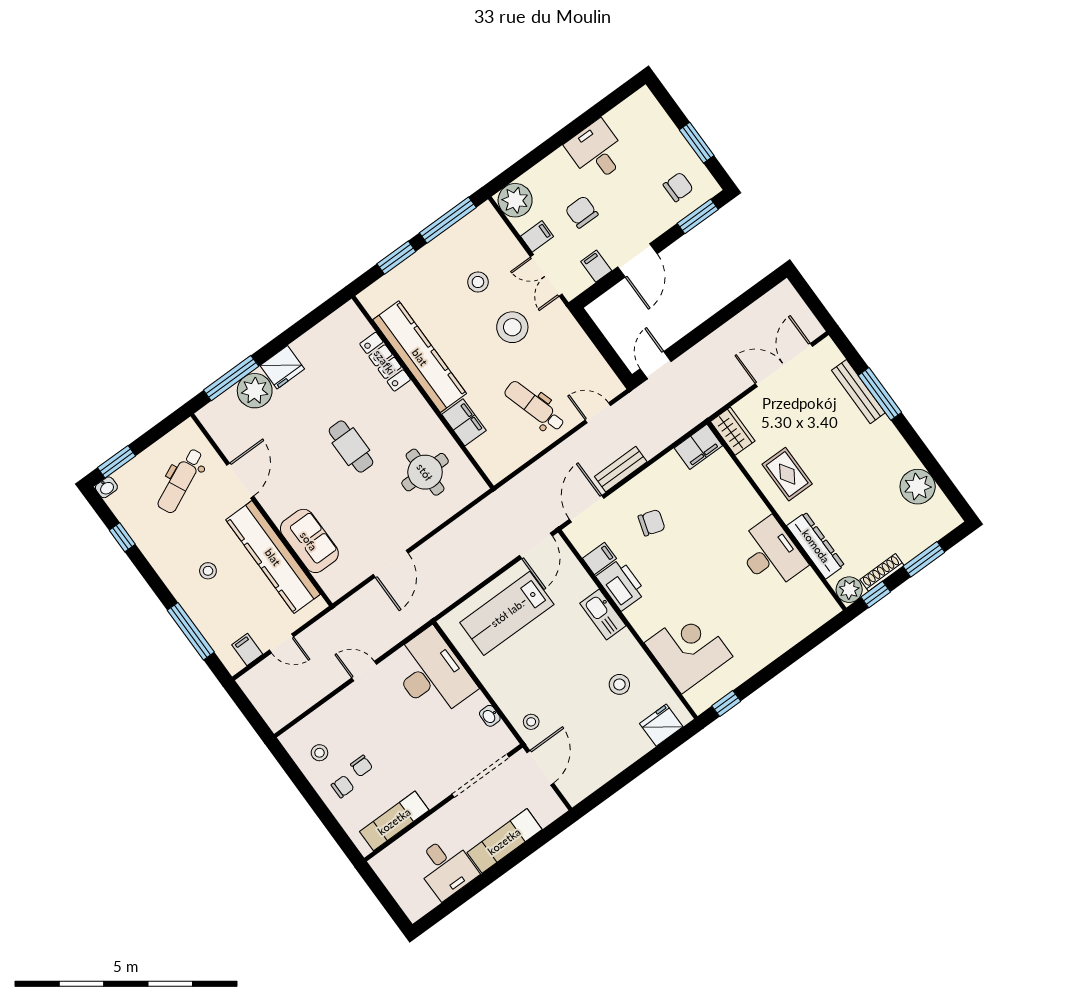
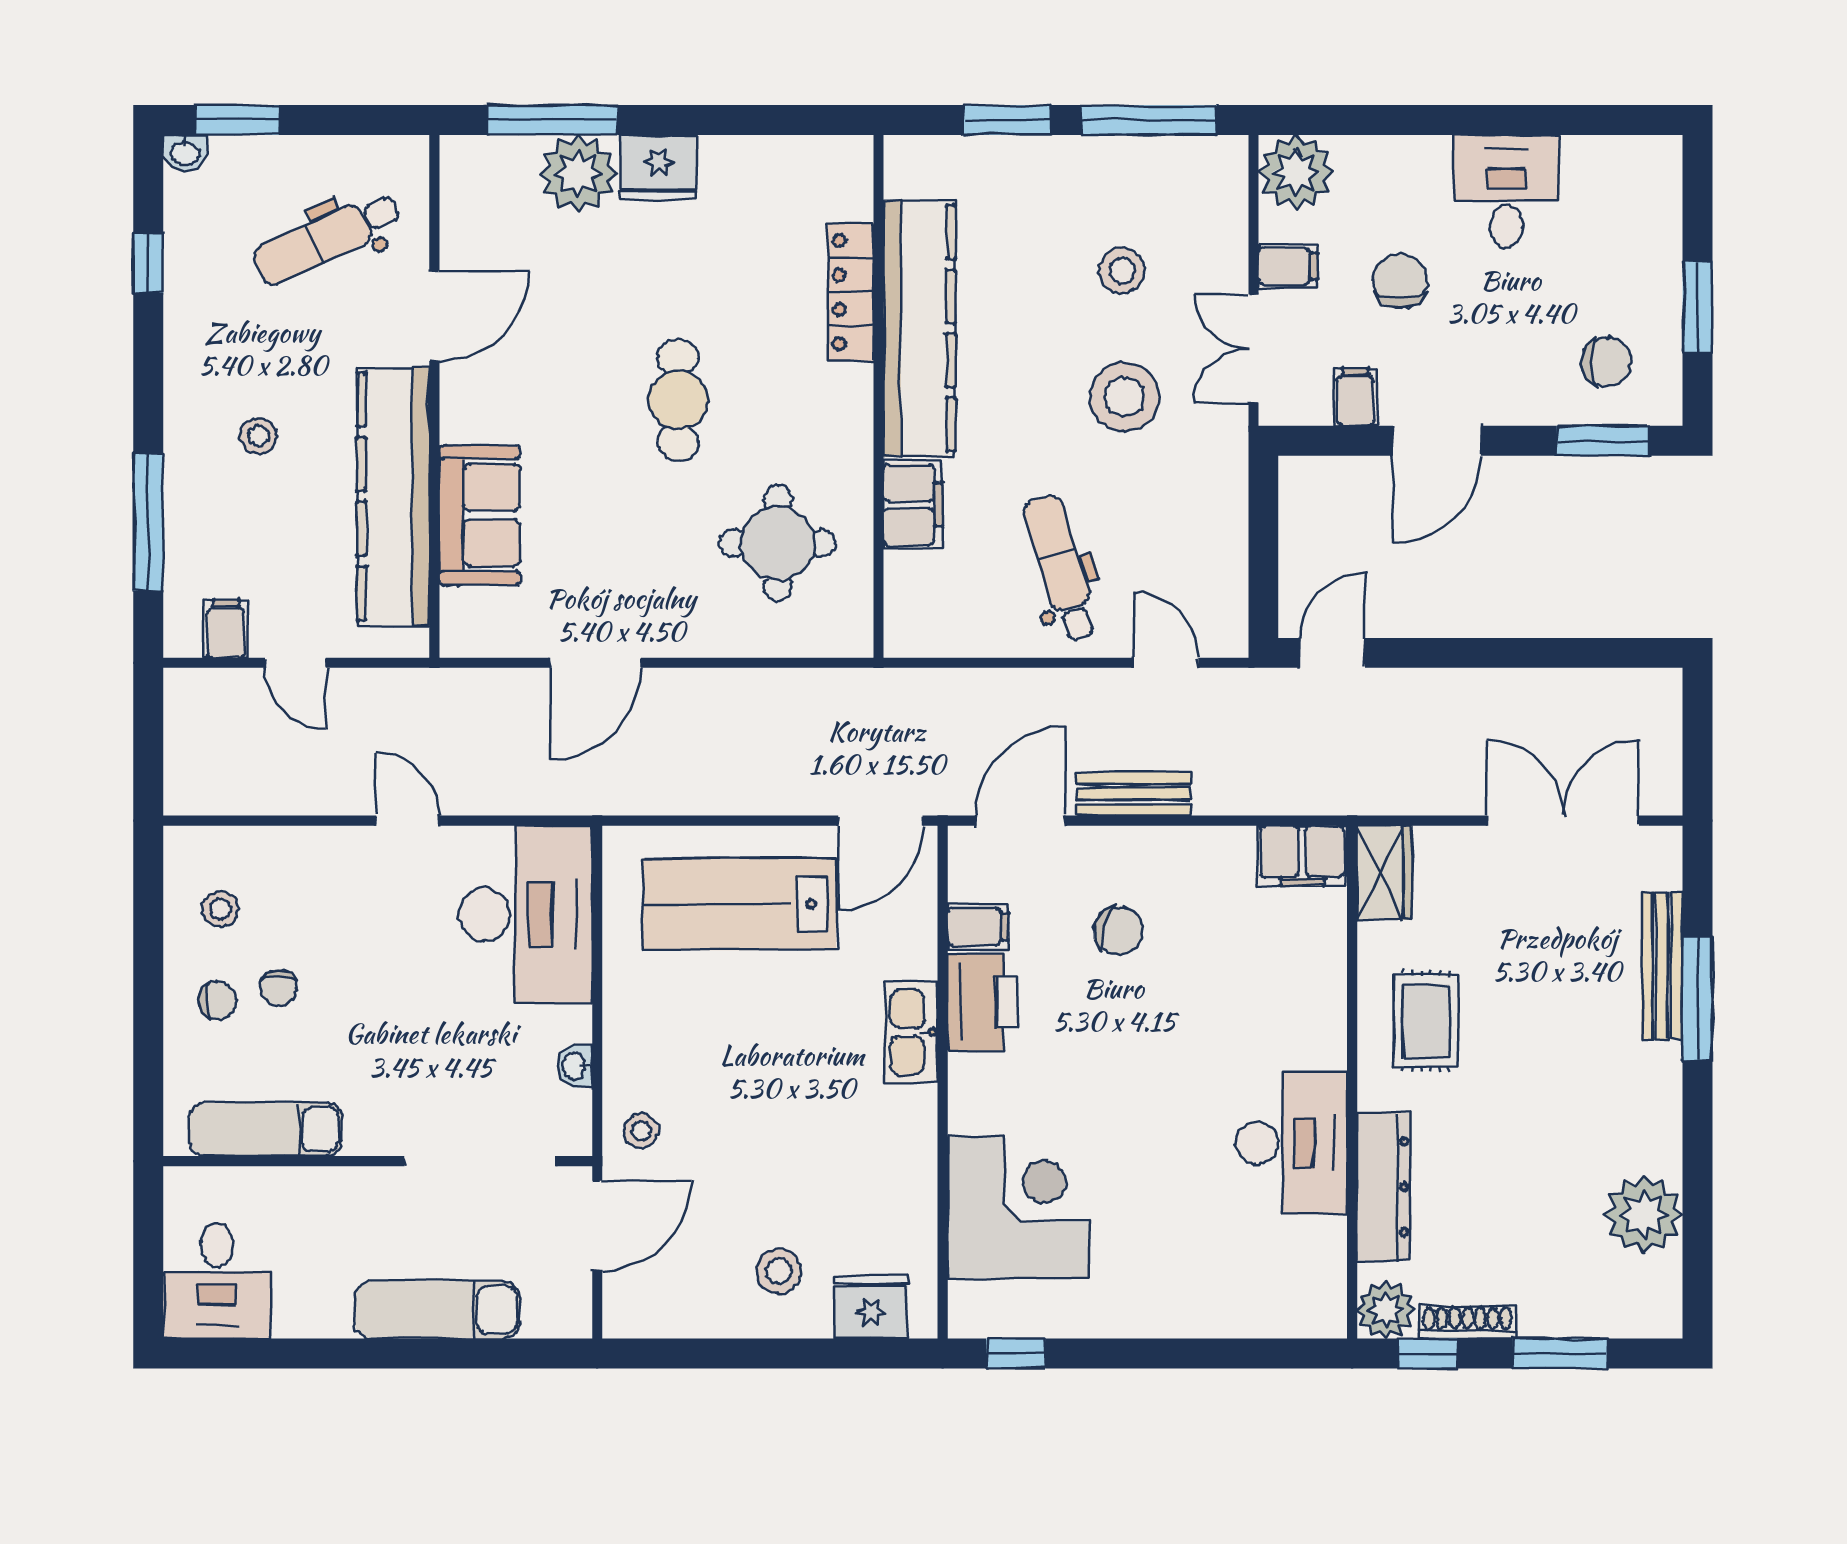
stool: (619, 684) -> (779, 1271), moved
desk: (446, 868) -> (217, 1281), moved

